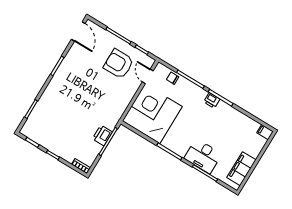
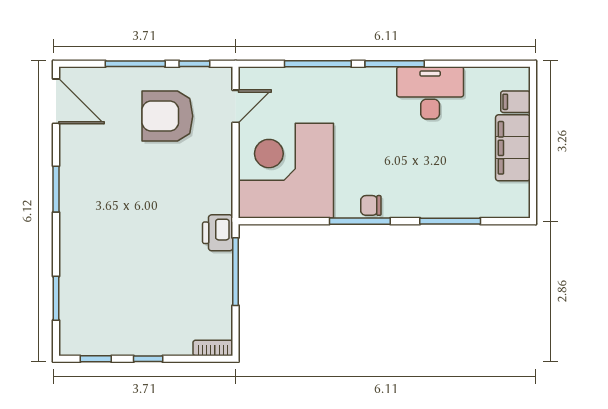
door: (148, 76) -> (236, 106), swing flipped
chair: (173, 78) -> (371, 205), moved
printer: (212, 101) -> (381, 79), removed
filing cabinet: (265, 132) -> (515, 102), moved
printer: (102, 135) -> (218, 233), moved
desk: (203, 156) -> (430, 93), moved, turned 180
filing cabinet: (241, 169) -> (513, 148), moved

